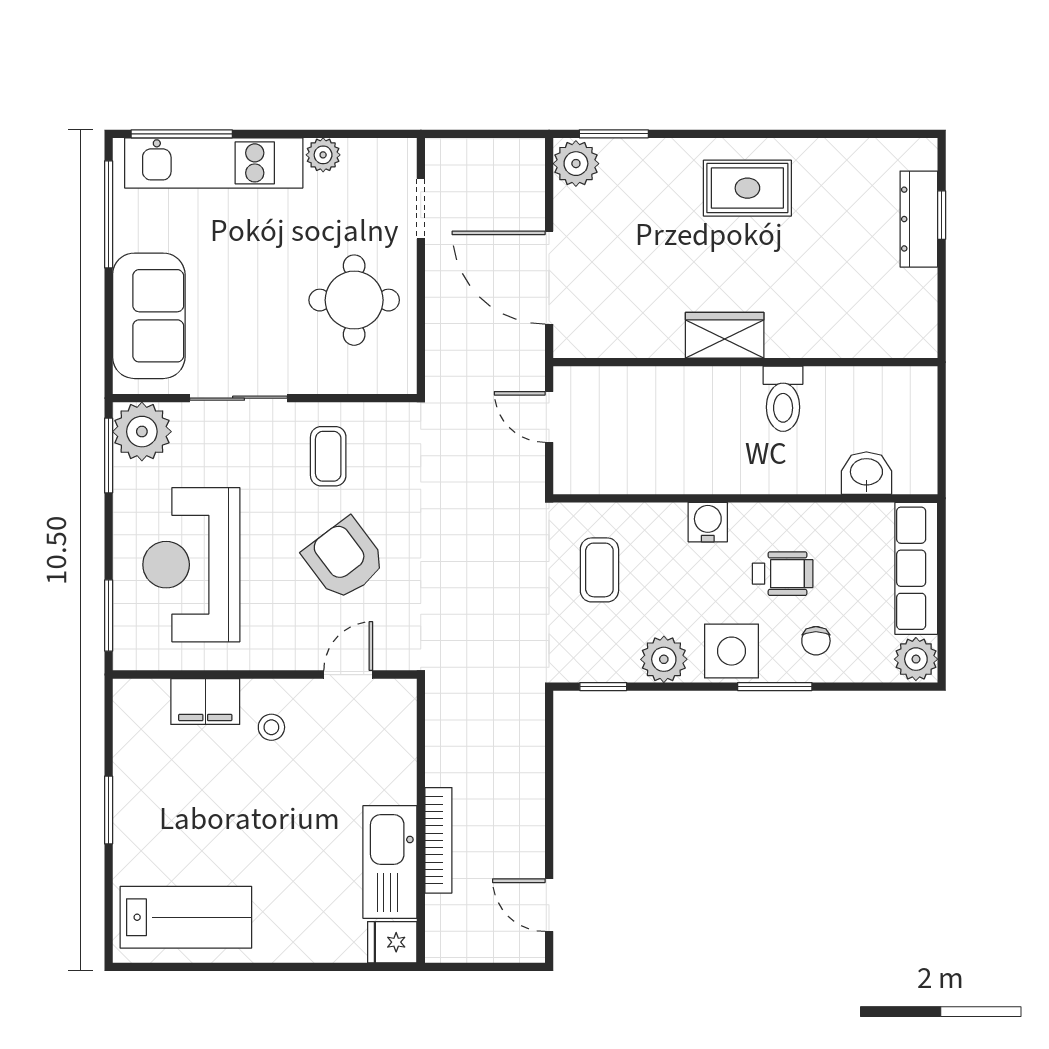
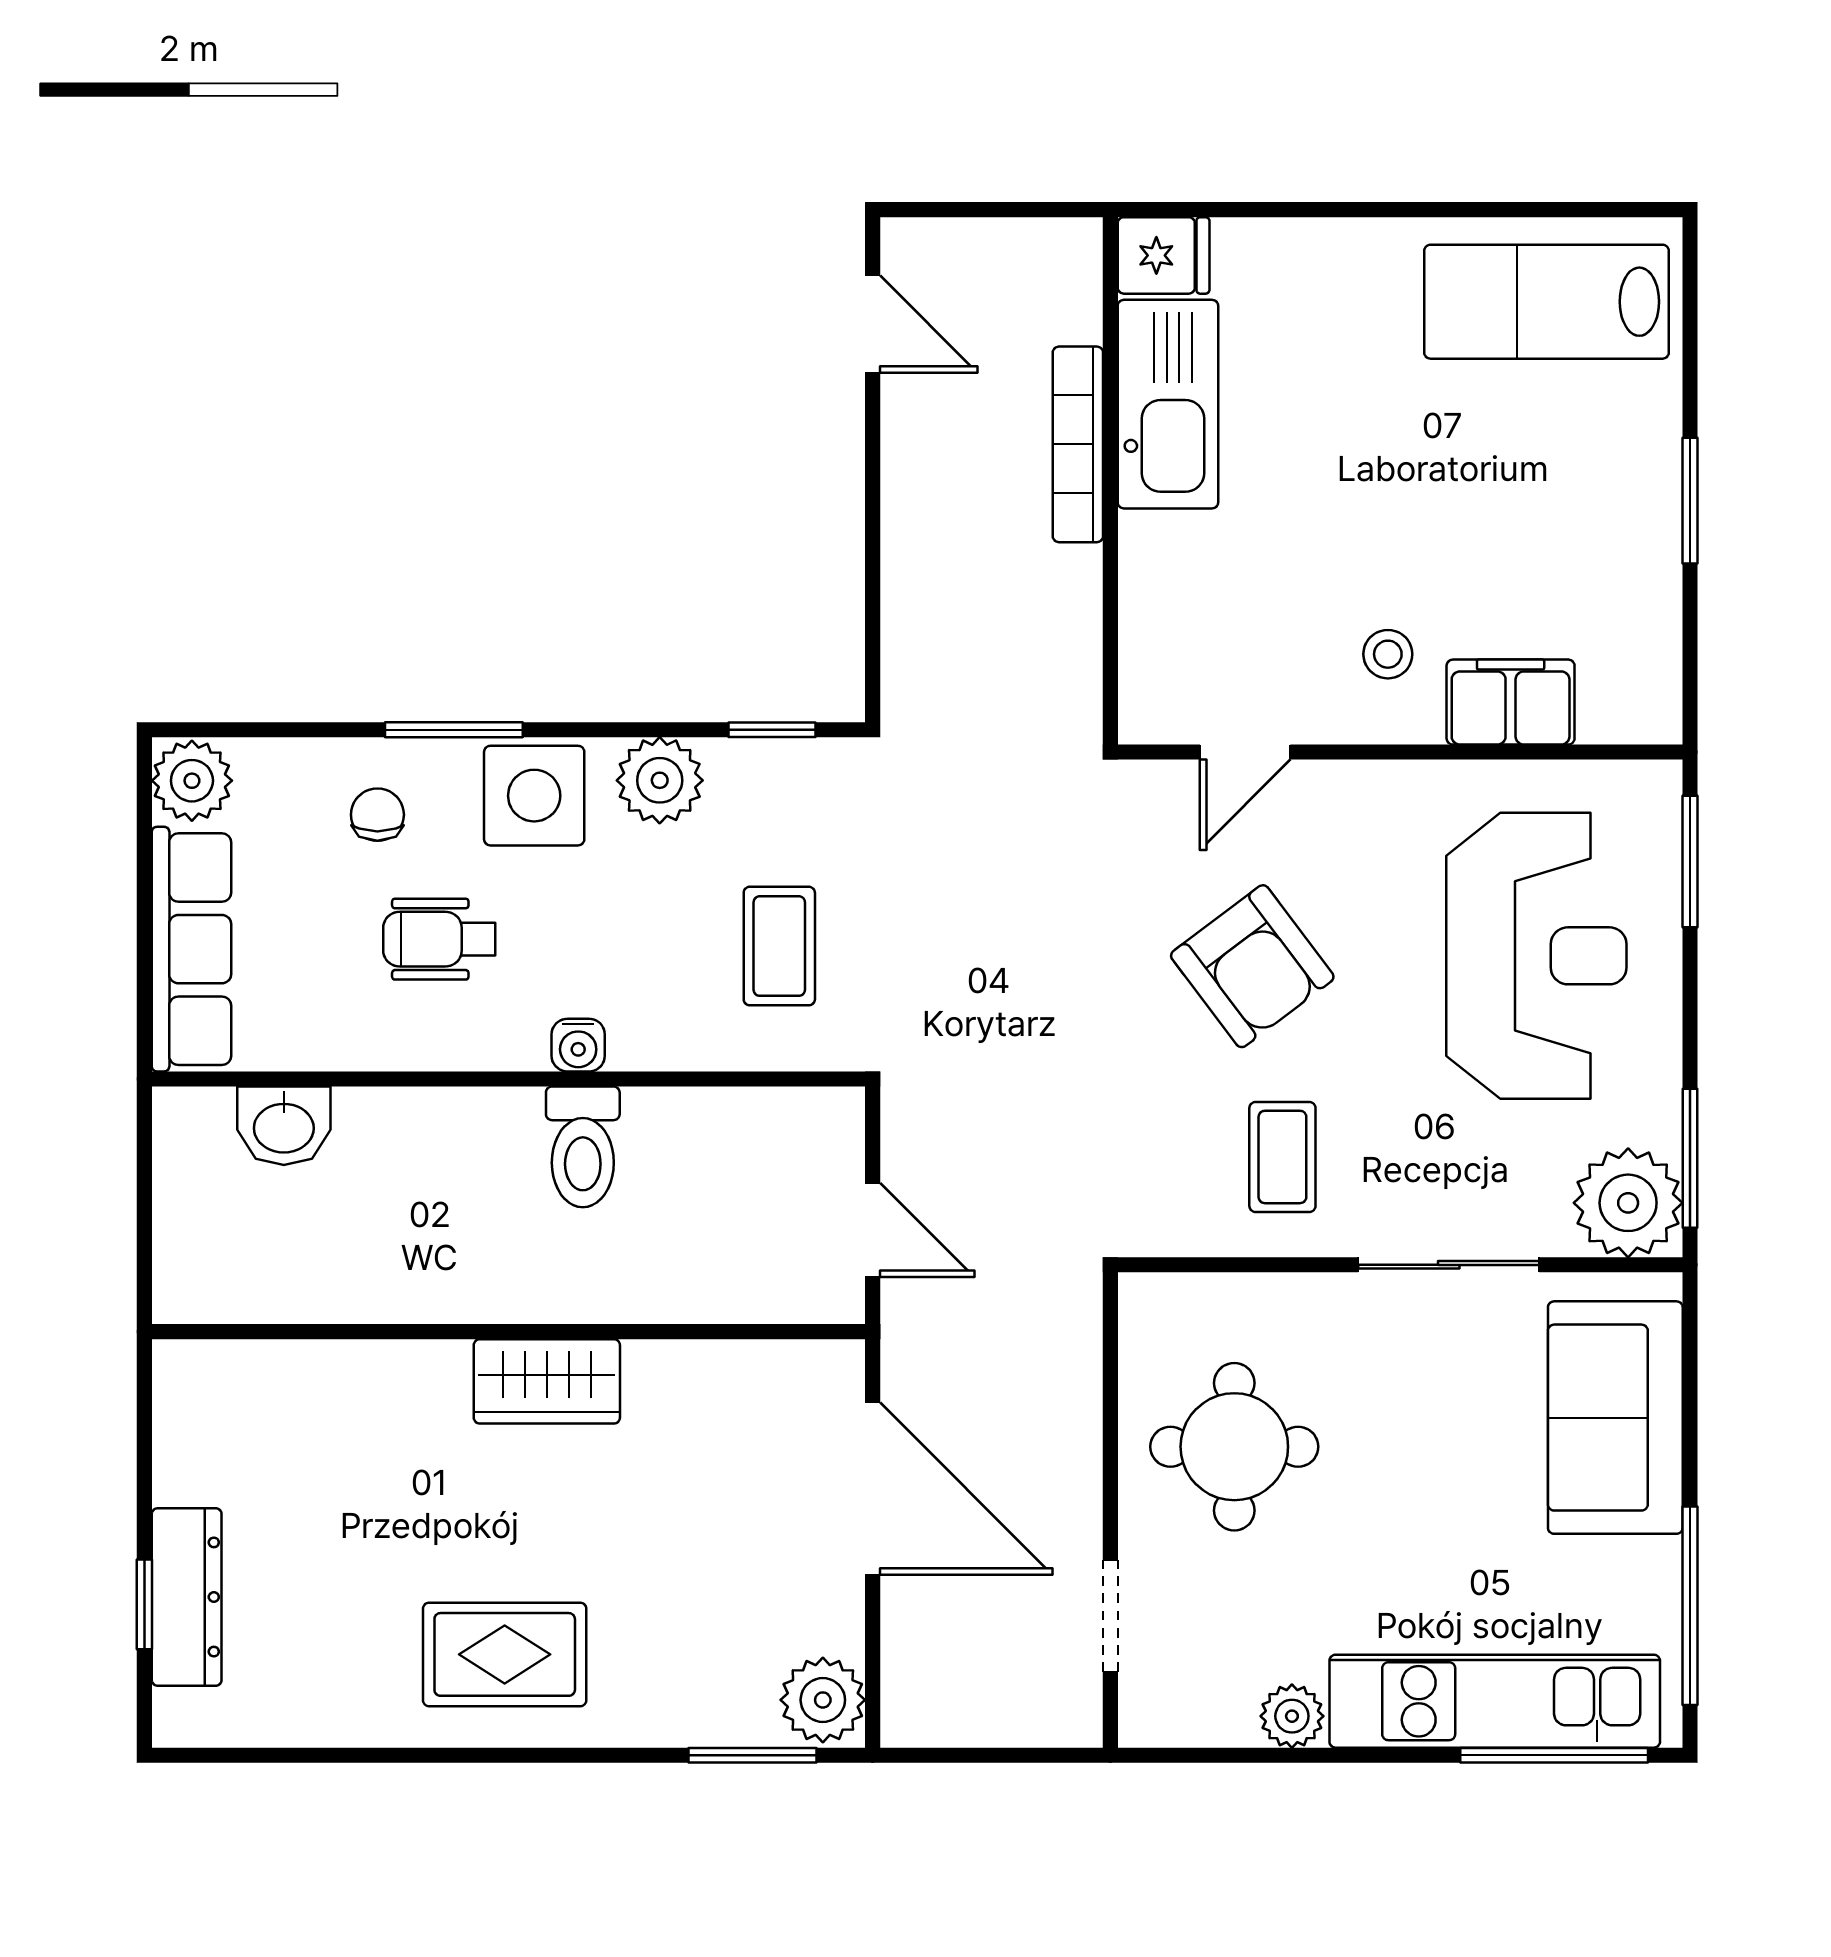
toilet: (783, 399) -> (583, 1147), moved, turned 180
water cooler: (708, 522) -> (578, 1045), width x0.72, depth x0.72

